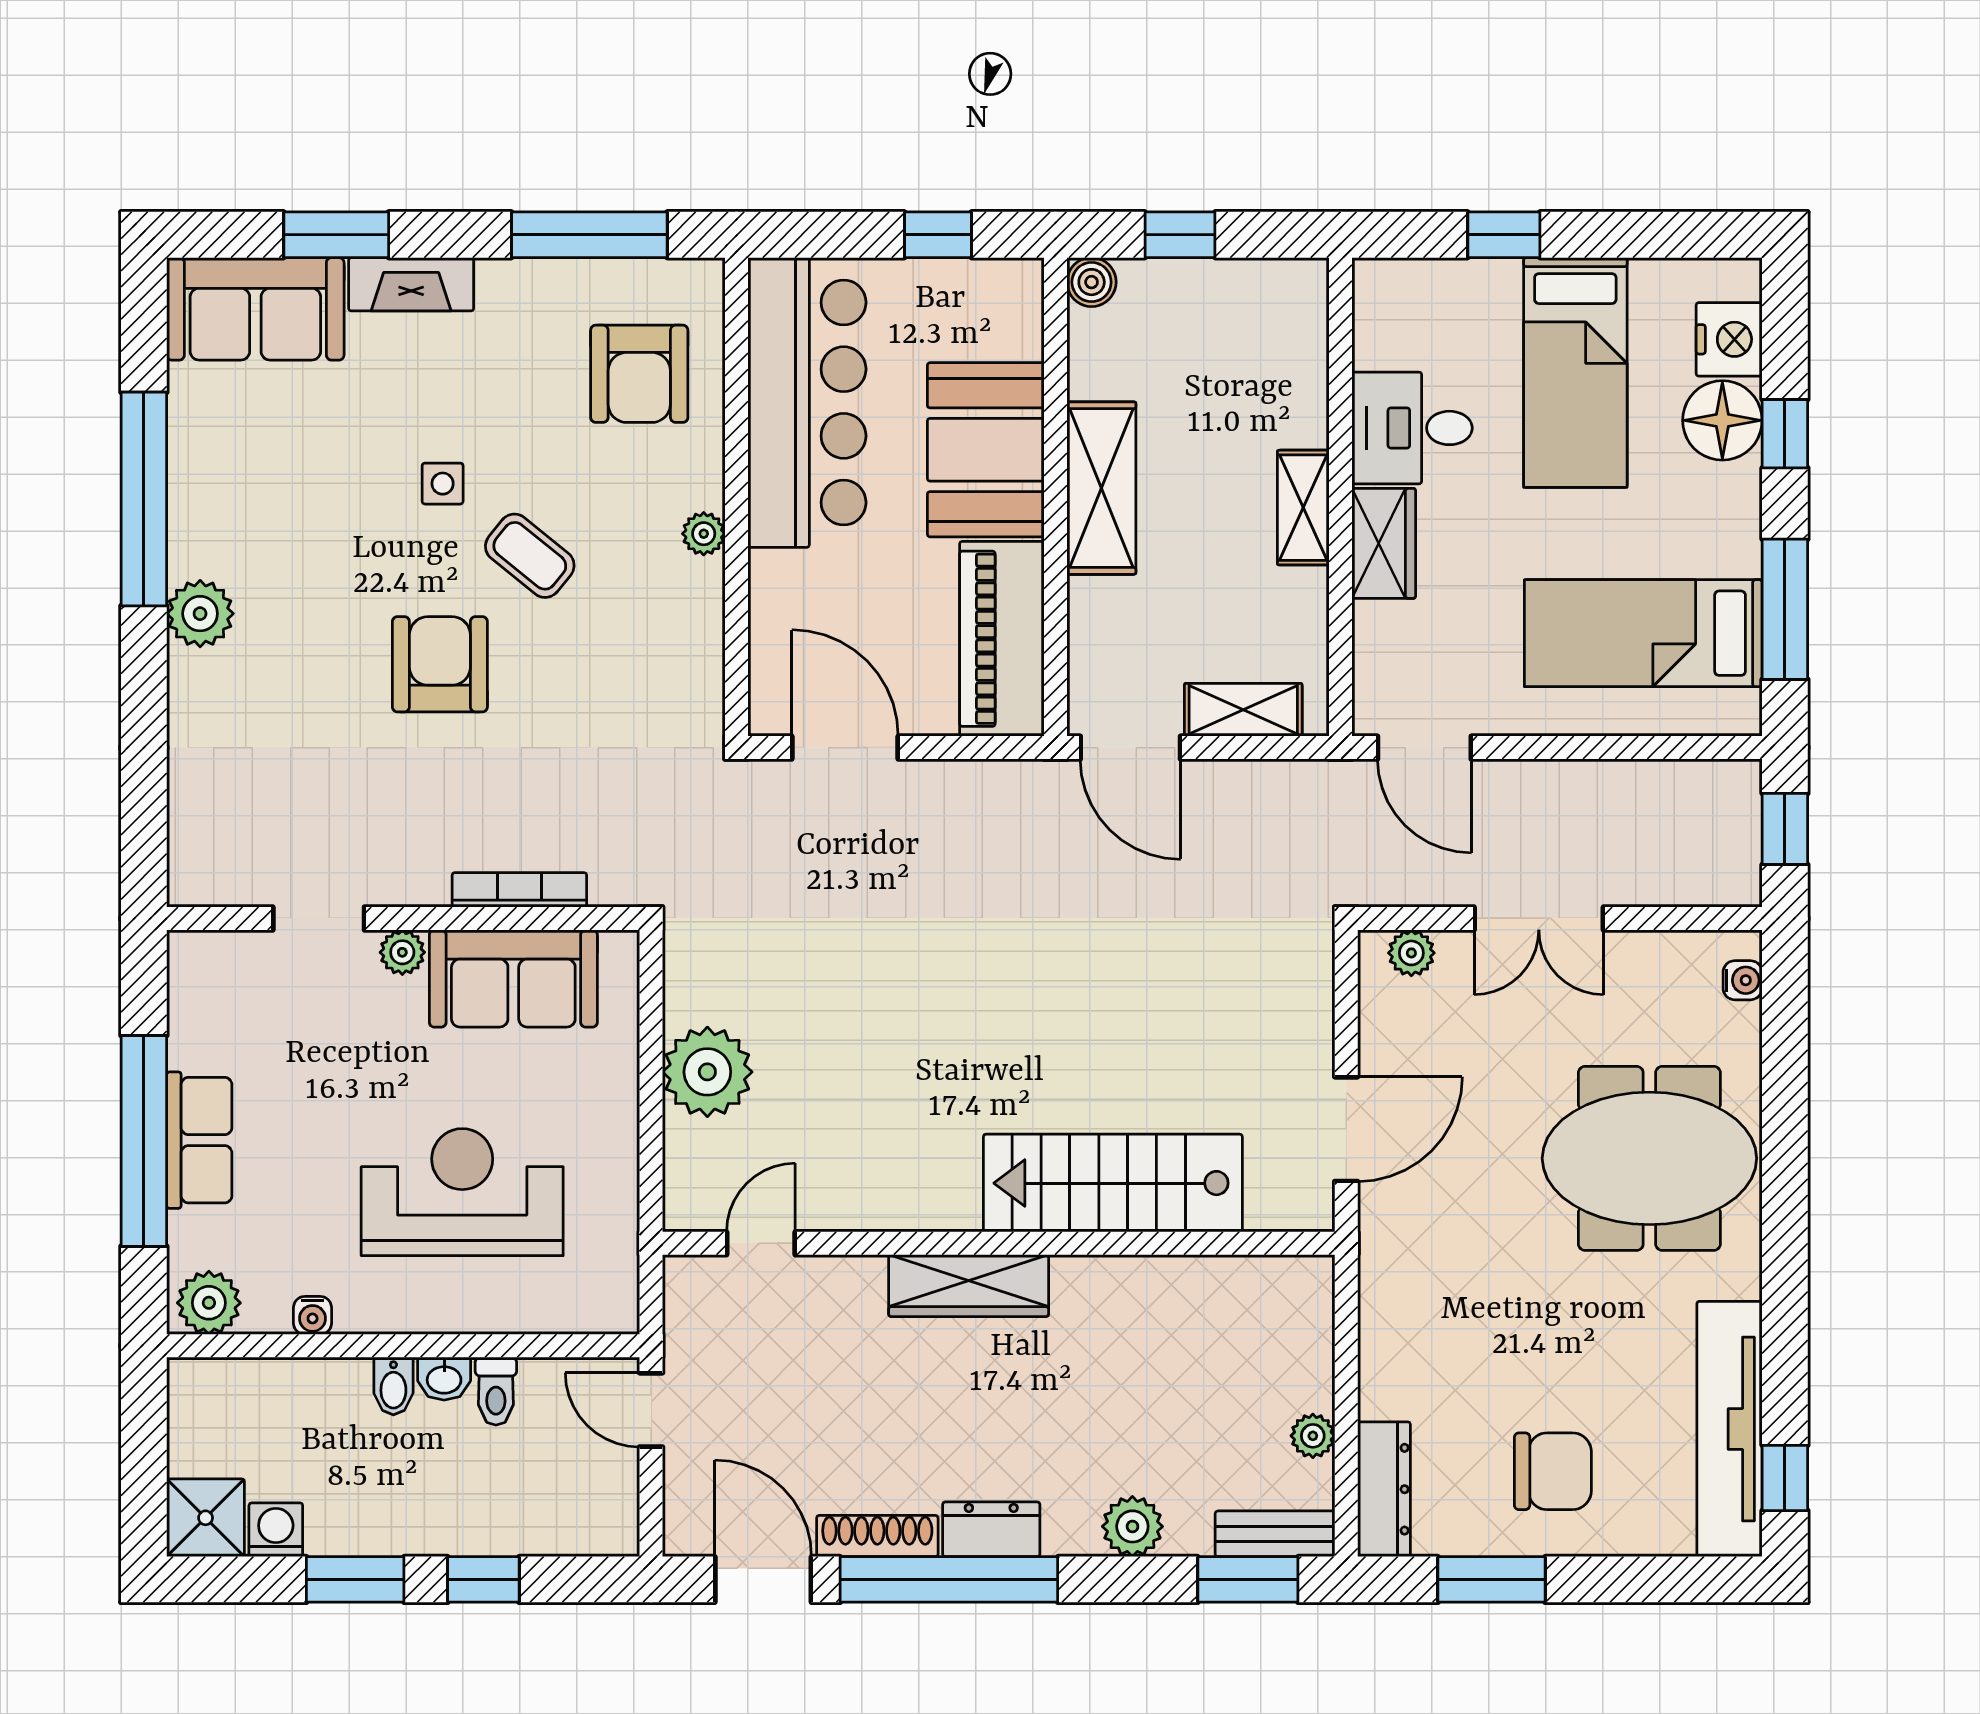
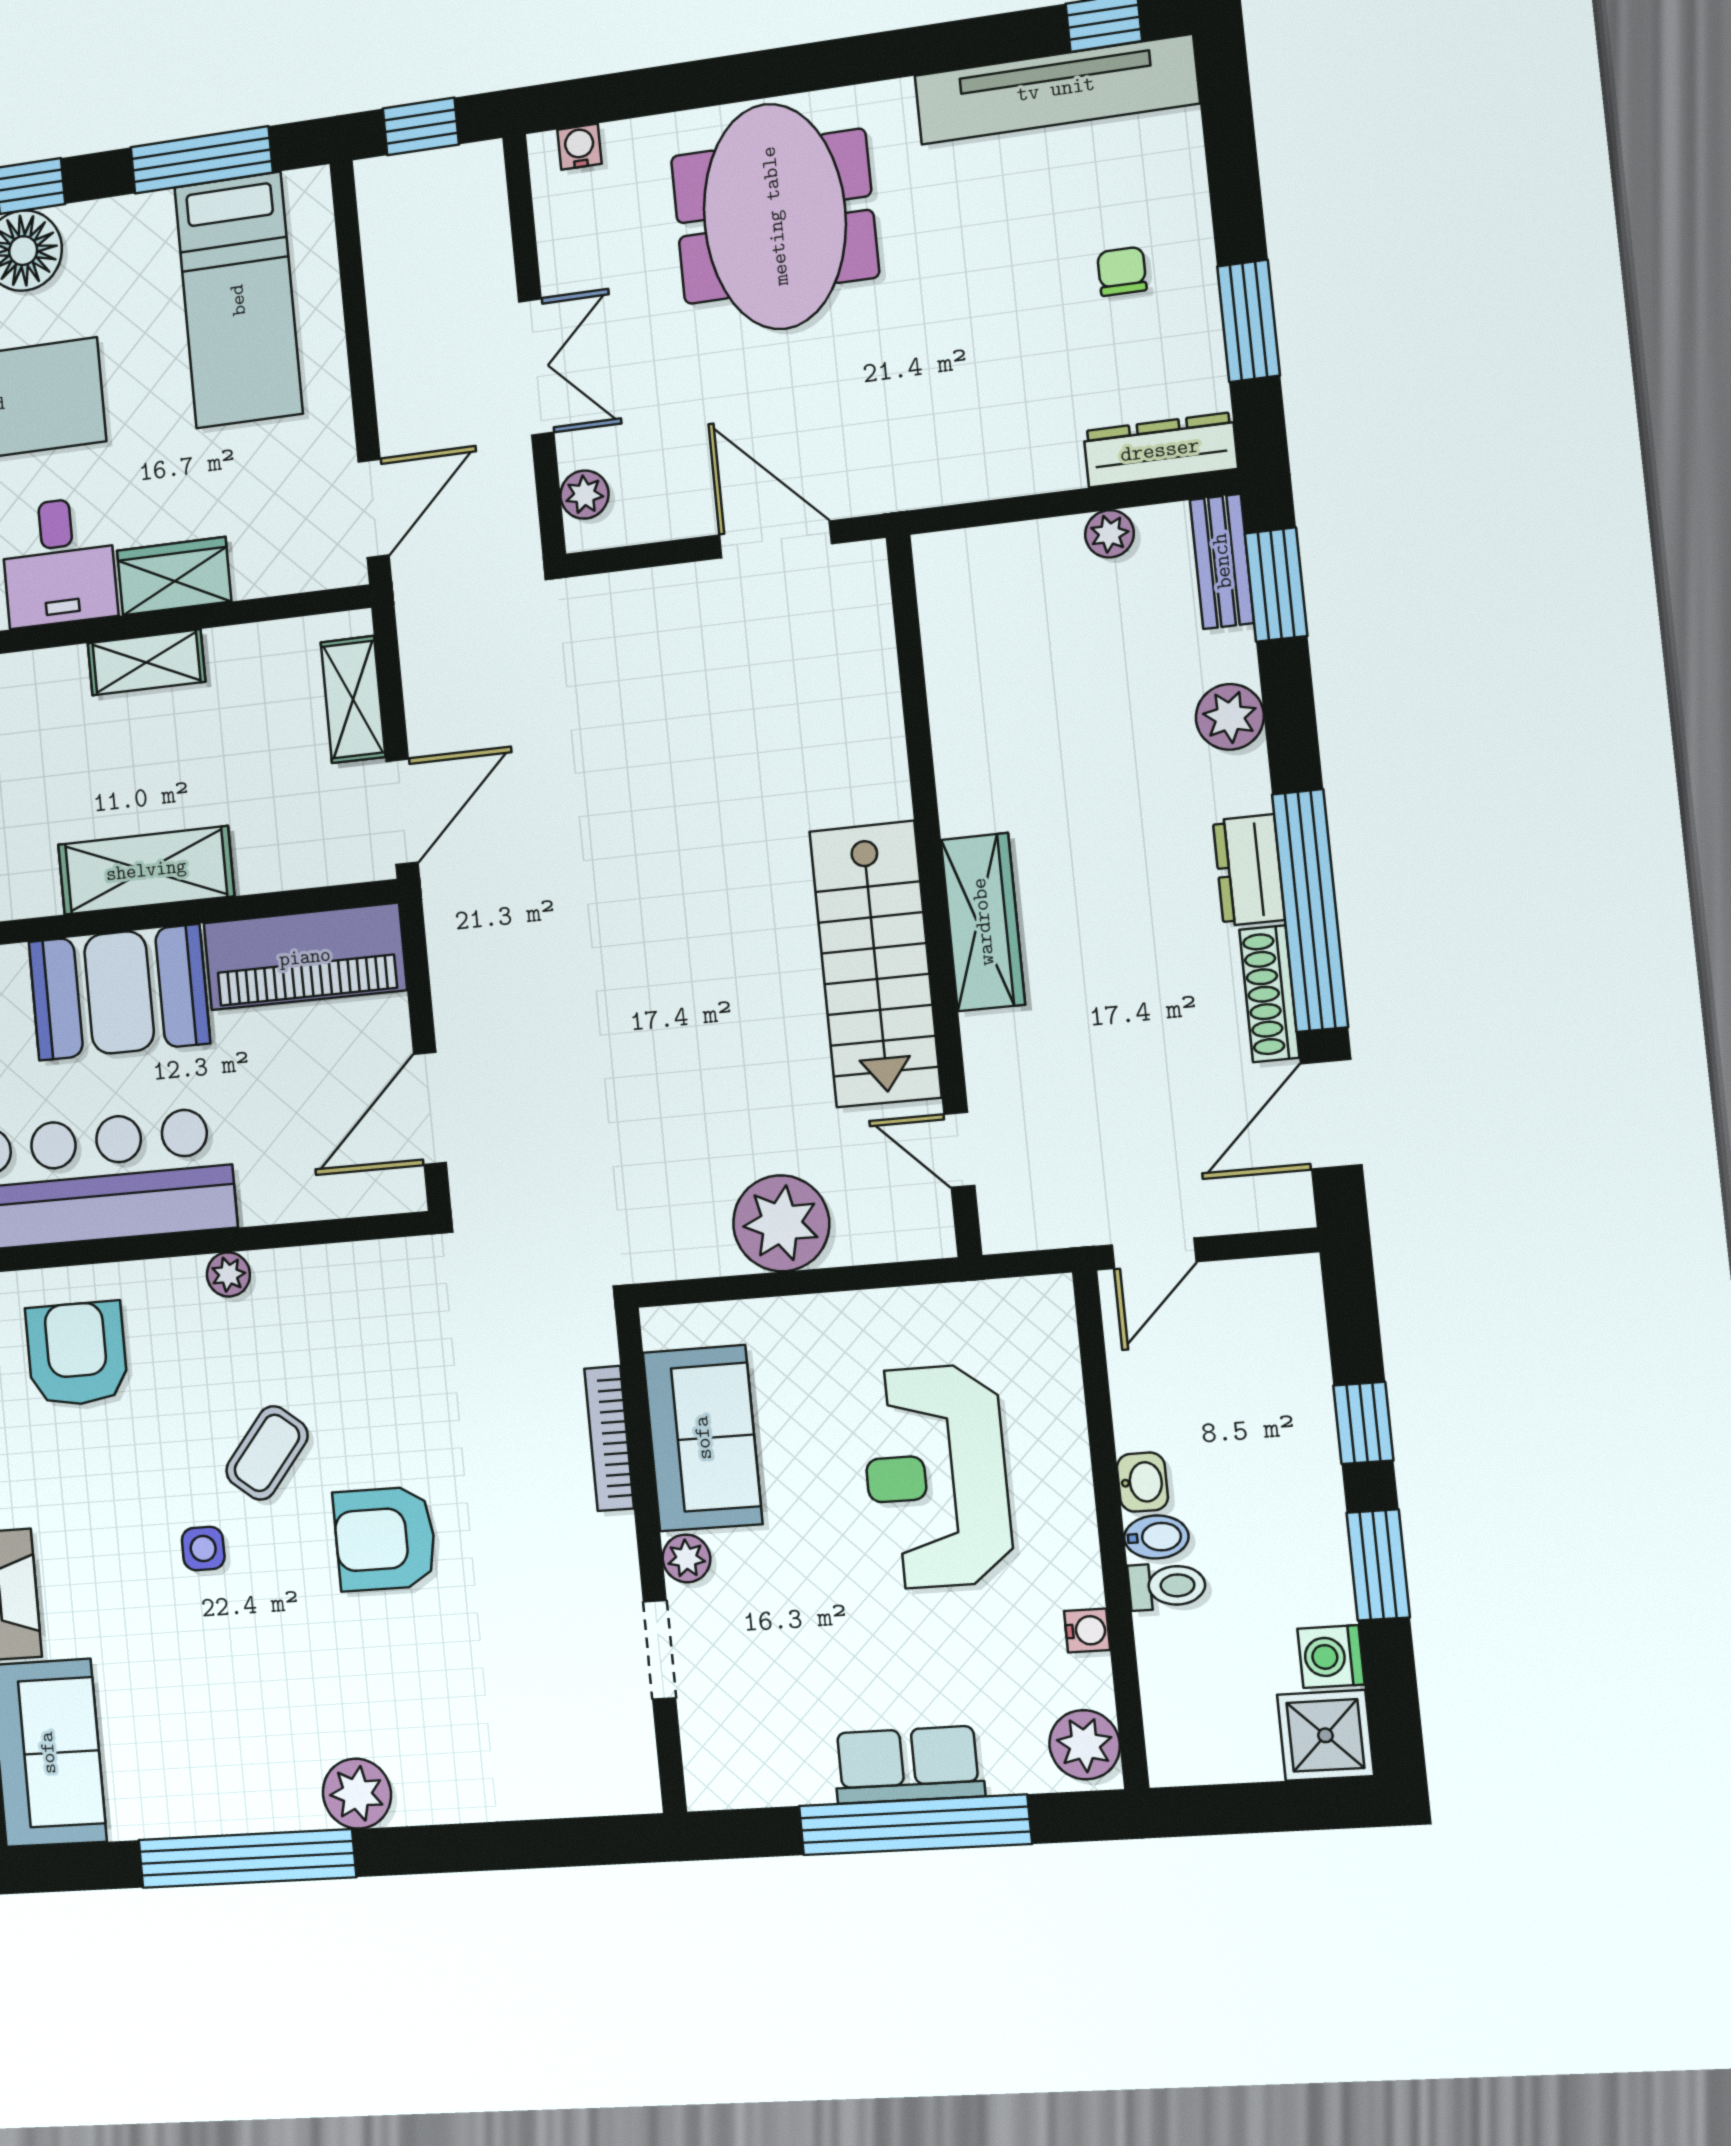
armchair: (639, 374) -> (77, 1354), turned -90
stairs: (1113, 1183) -> (875, 964), moved
toilet: (496, 1391) -> (1167, 1586), moved
chair: (1553, 1471) -> (1122, 271), width x0.54, depth x0.54

